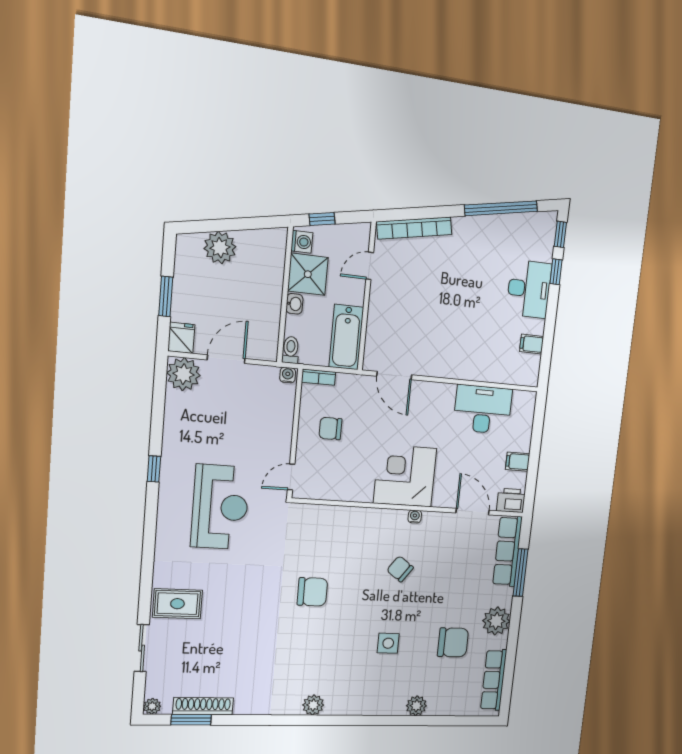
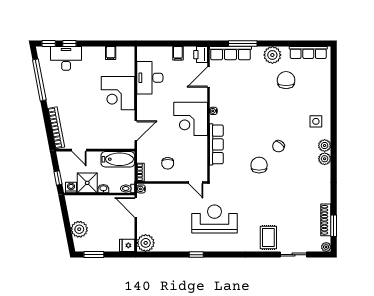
desk: (529, 289) -> (66, 58), moved
window: (166, 297) -> (94, 255), moved
corner desk: (463, 350) -> (118, 93), added
door: (226, 359) -> (136, 207), moved
row of seats: (356, 518) -> (216, 144), added
chair: (400, 569) -> (278, 146), moved
side table: (388, 643) -> (316, 121), moved
plant: (416, 706) -> (325, 146), moved

